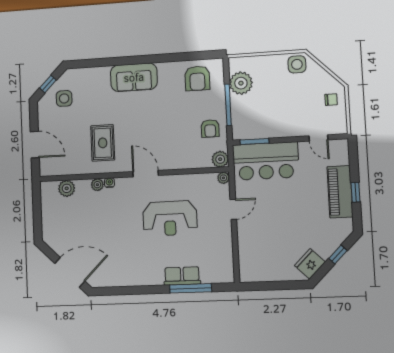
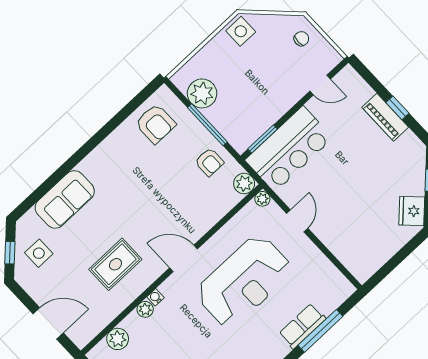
sofa: (134, 77) -> (65, 199), moved
rug: (103, 143) -> (115, 264), turned 90
piano: (340, 192) -> (385, 117), width x0.73, depth x0.75
reception desk: (170, 218) -> (244, 281), width x1.36, depth x1.30

